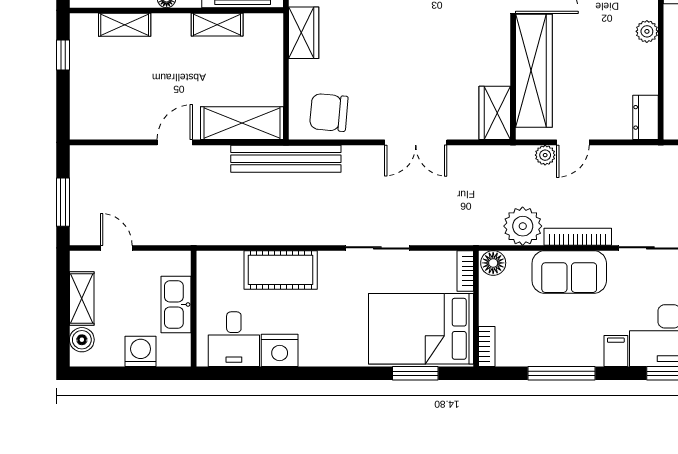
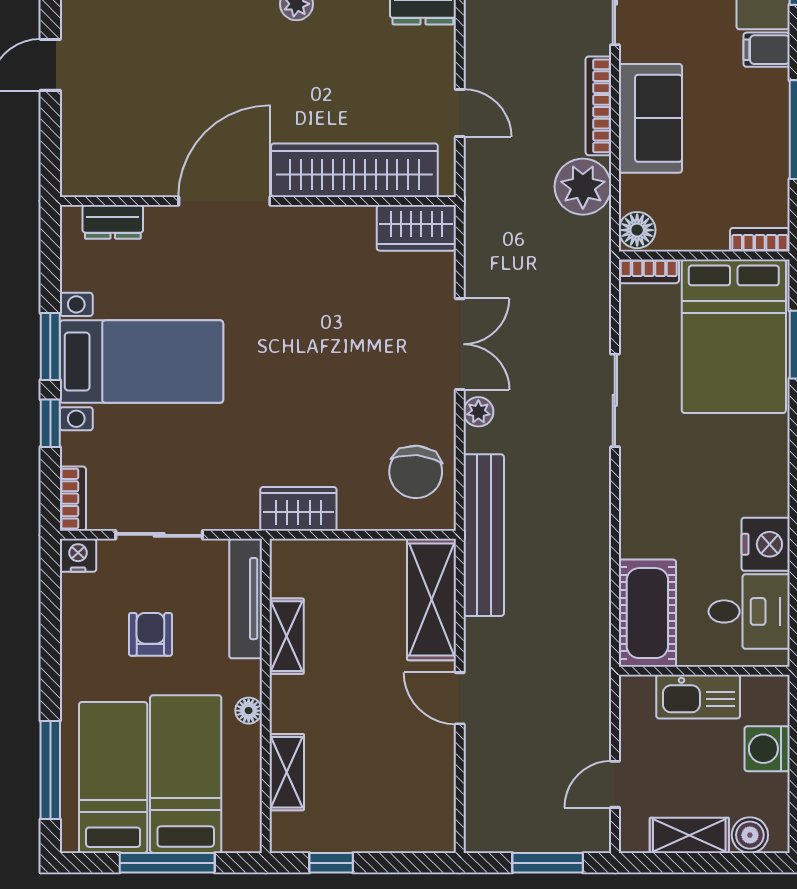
plant: (545, 155) -> (478, 412), moved
cot: (281, 270) -> (647, 613), moved

